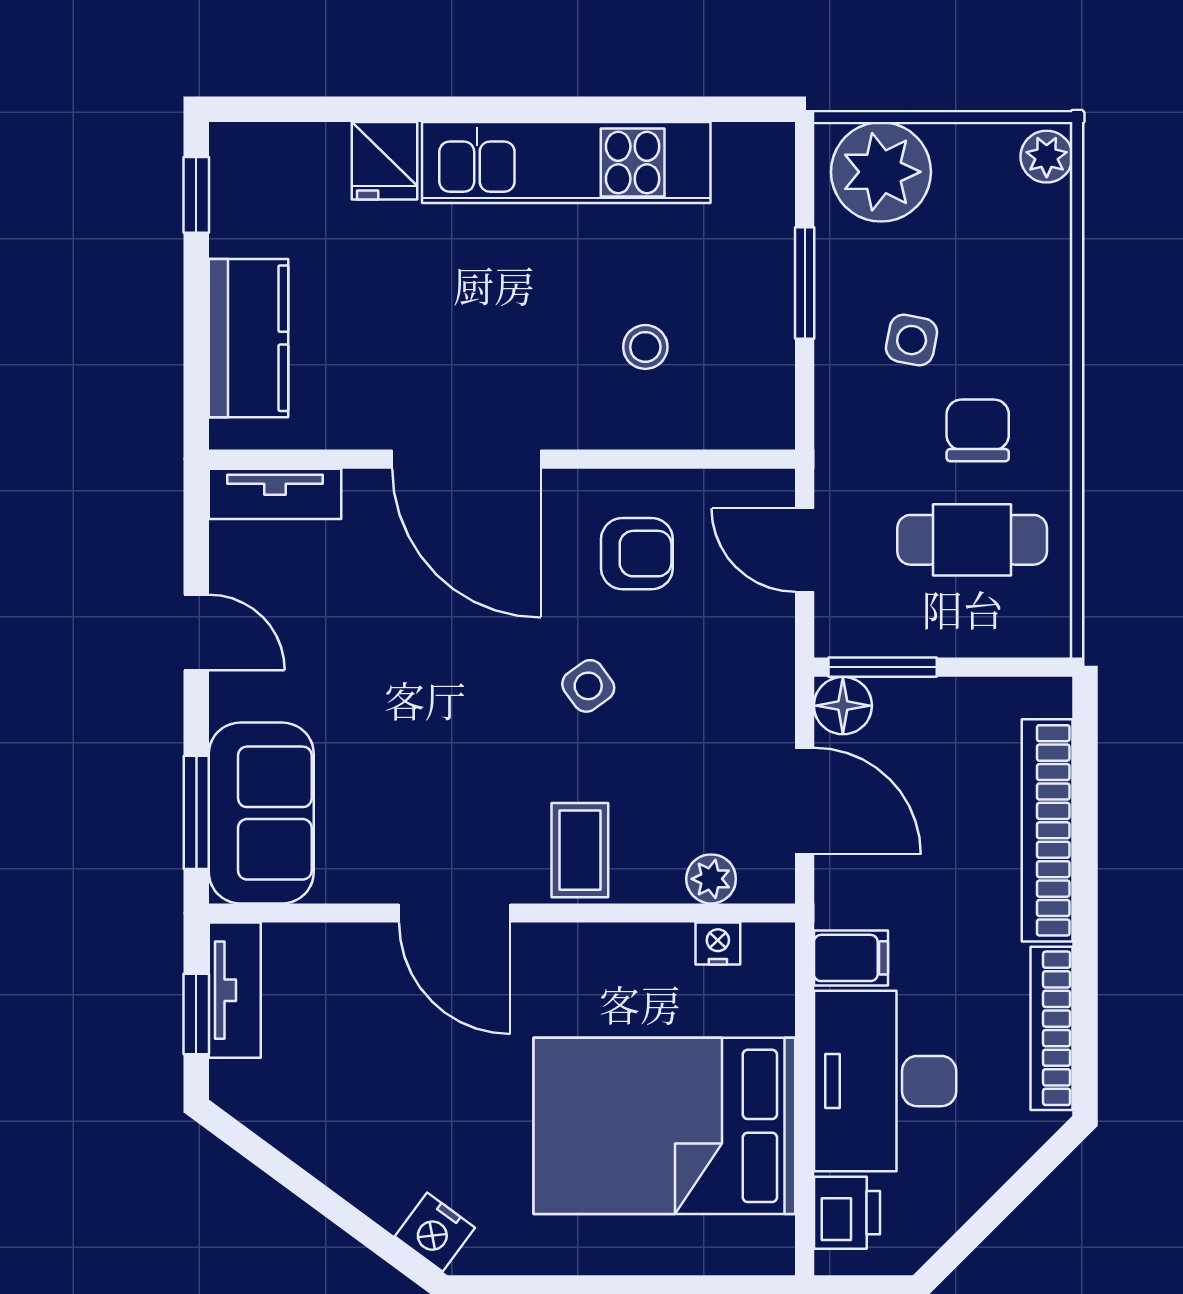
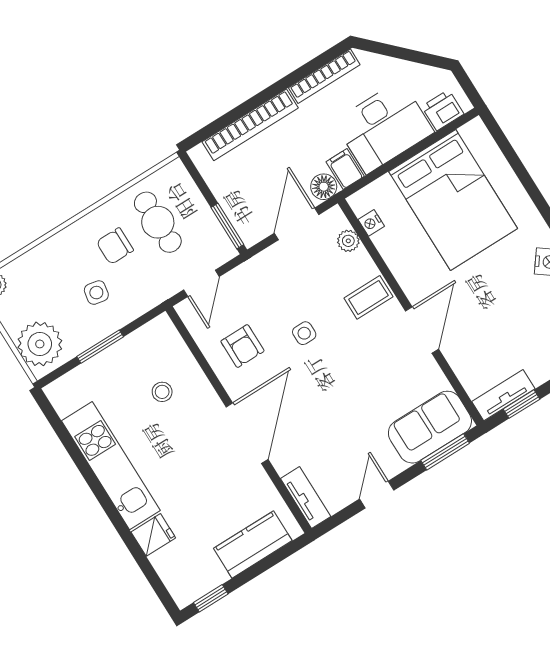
armchair: (637, 554) -> (242, 346), turned 180
side table: (588, 686) -> (304, 333), turned 36
floor lamp: (843, 706) -> (324, 187), moved

